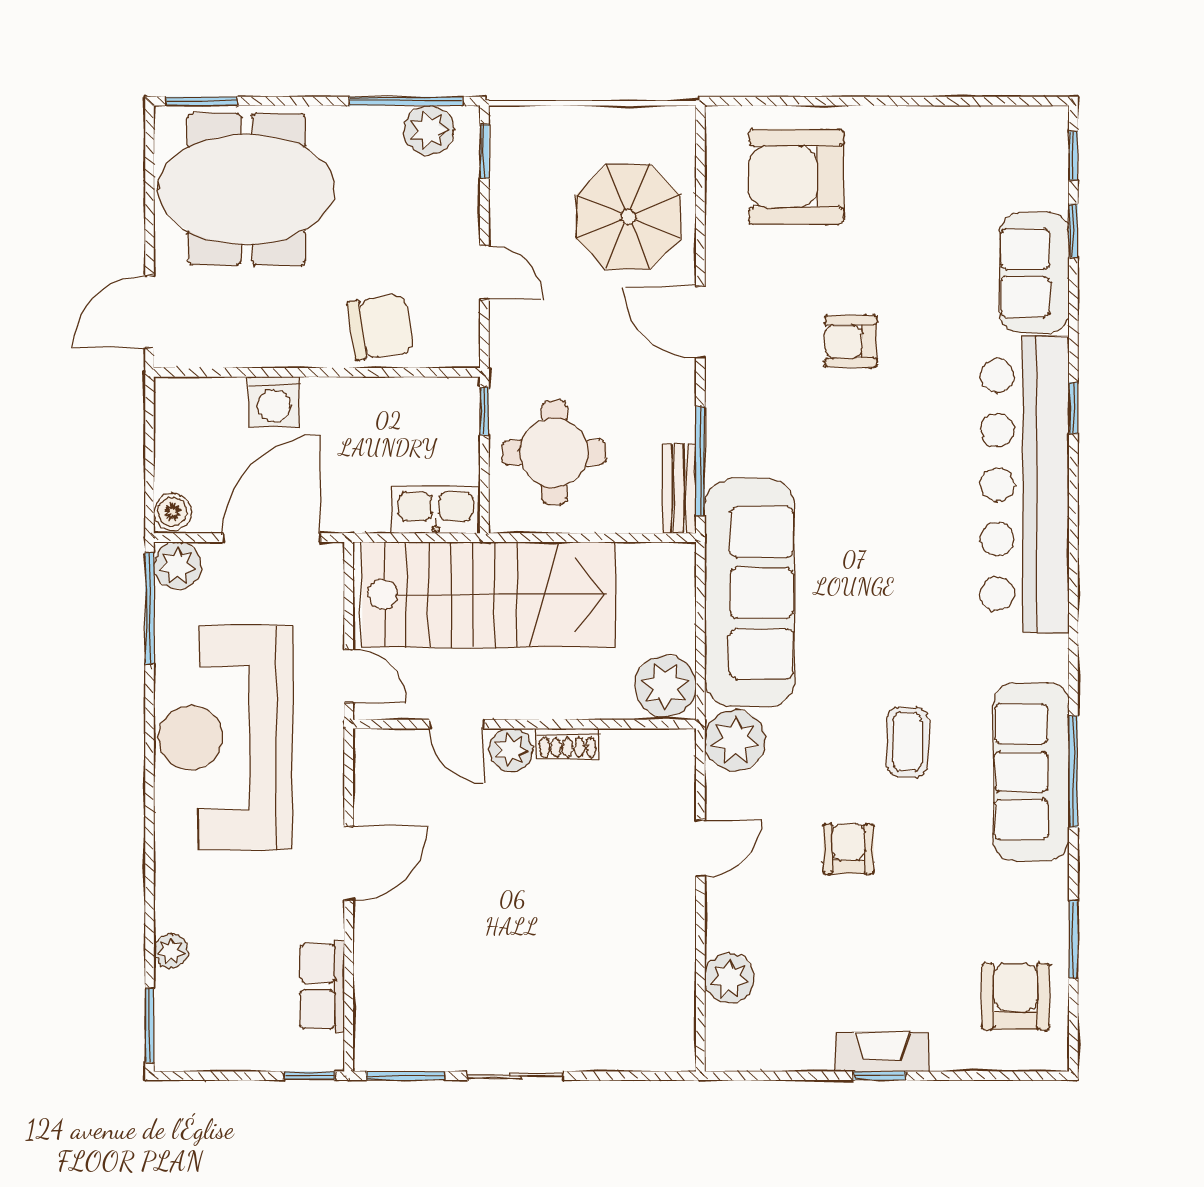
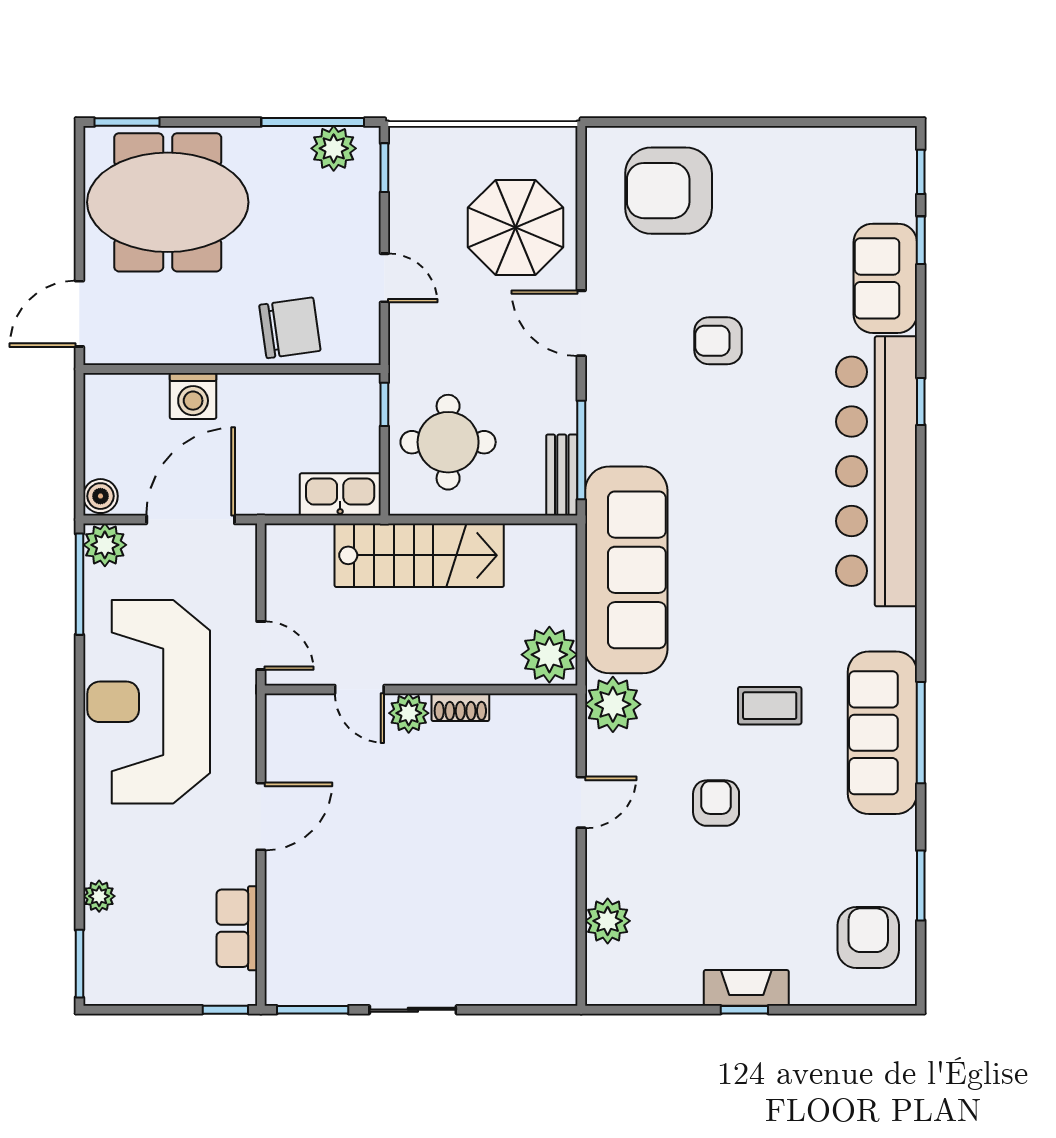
stairs: (489, 595) -> (419, 555), width x0.73, depth x0.66
coffee table: (907, 742) -> (770, 706), turned 90

